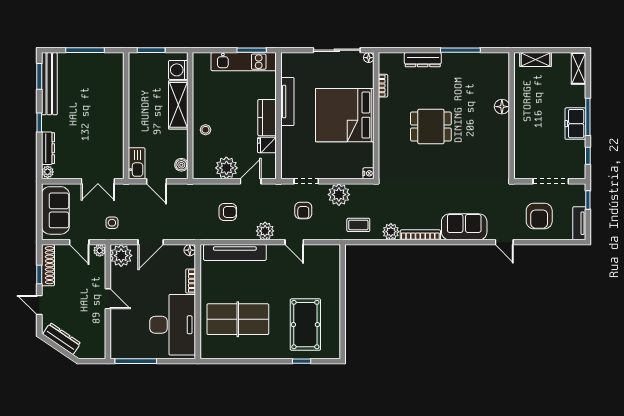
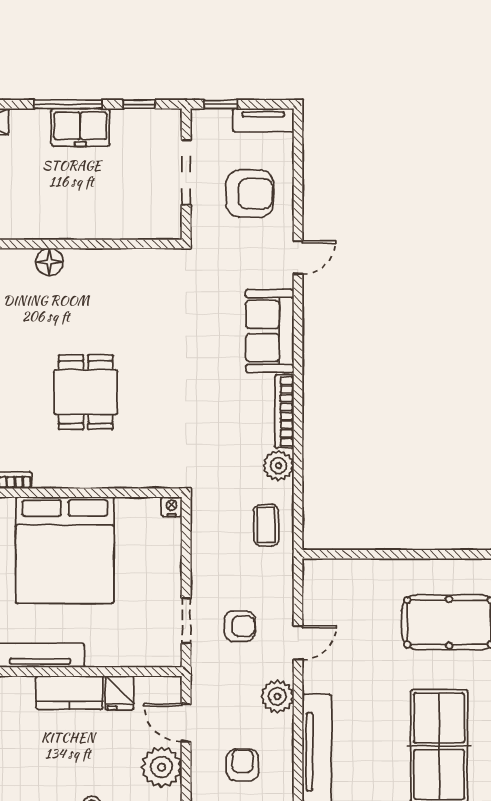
plant: (339, 195) -> (211, 561), removed

